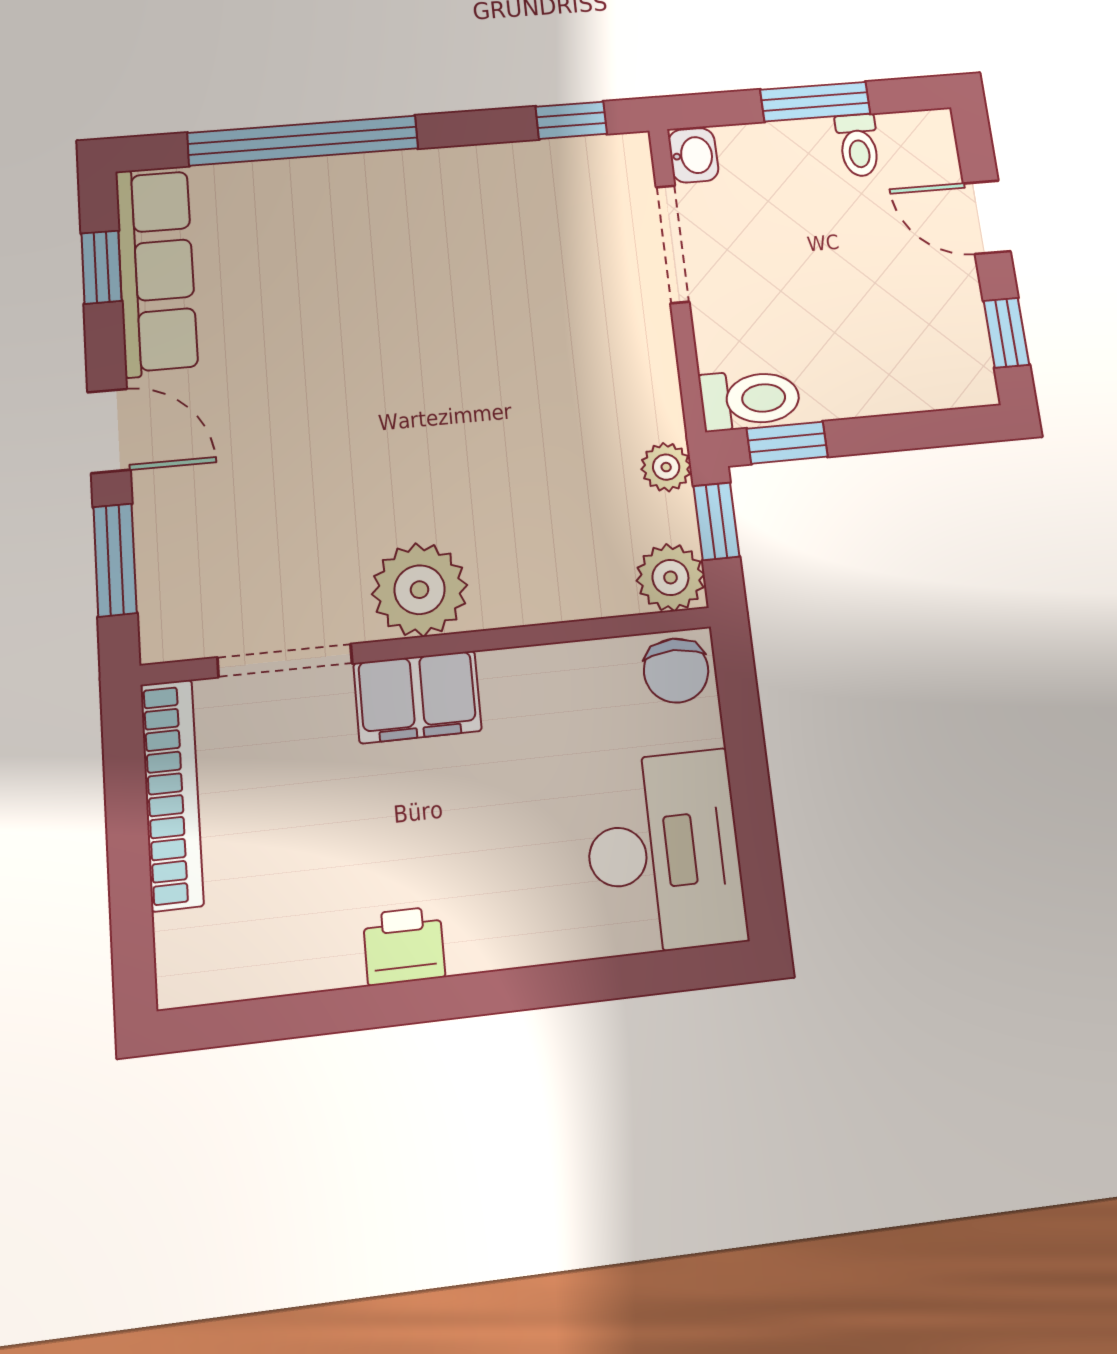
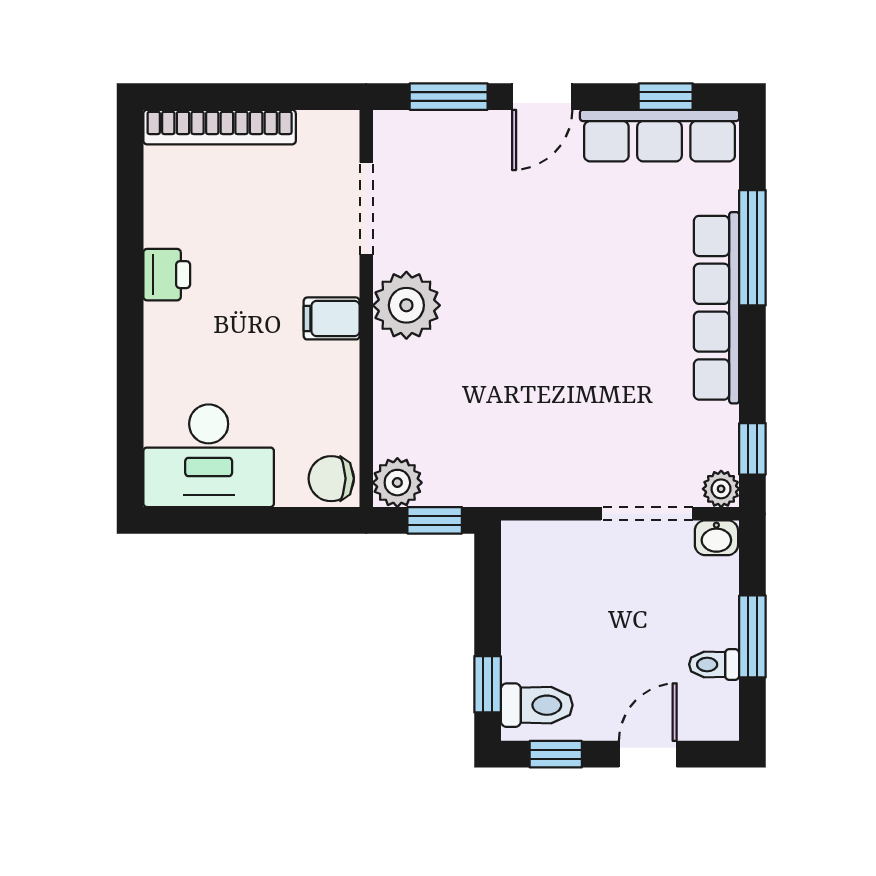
window: (303, 141) -> (752, 248), width x0.68
row of seats: (388, 179) -> (717, 308), added
toilet: (750, 399) -> (537, 705), moved, turned -90
window: (787, 443) -> (488, 684), moved
plant: (666, 467) -> (721, 489), moved
filing cabinet: (417, 697) -> (332, 318), width x0.50
bookcase: (172, 794) -> (220, 127), moved

